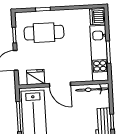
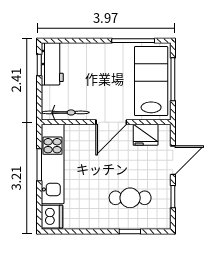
cafe table: (44, 33) -> (130, 198), width x0.73, depth x0.74
door: (60, 85) -> (111, 122), swing flipped

